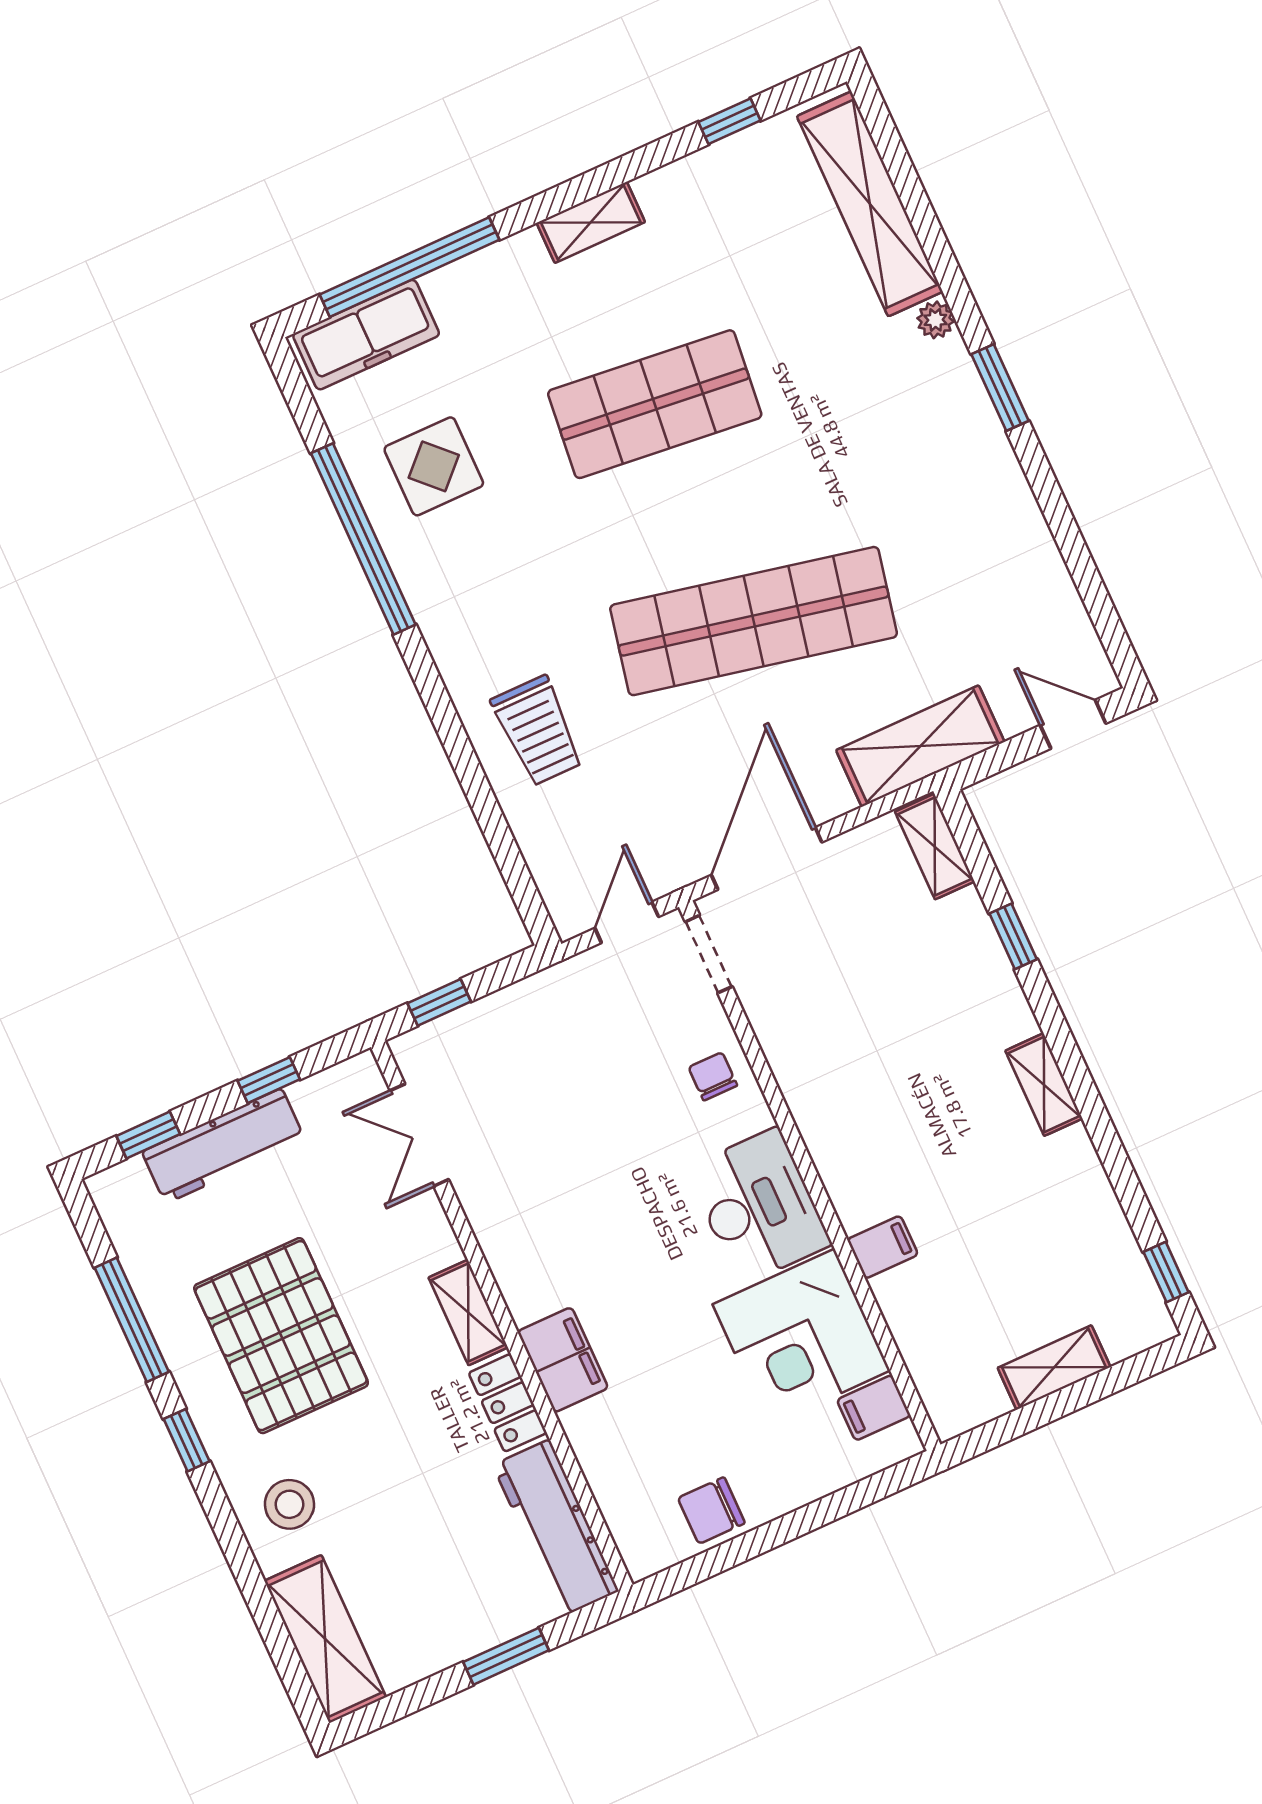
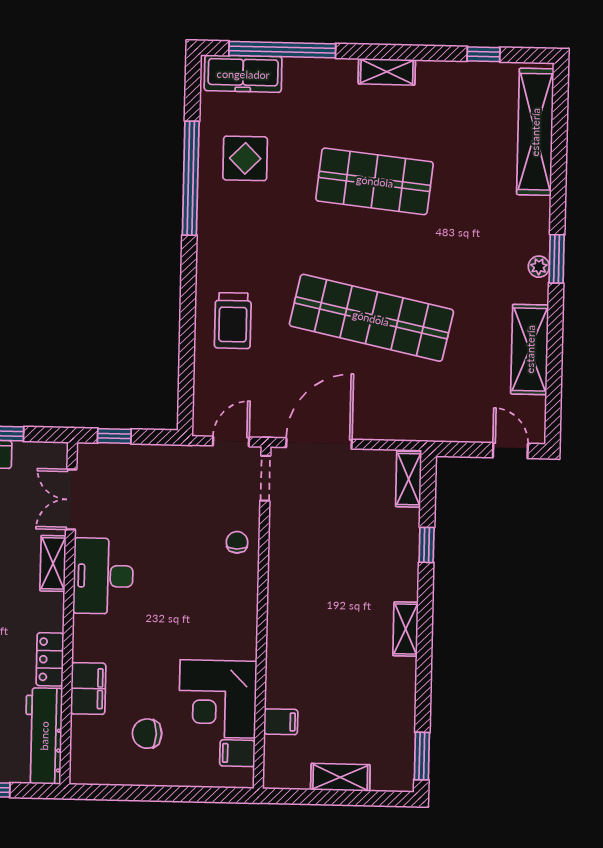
plant: (935, 320) -> (539, 267), moved
shelving: (920, 746) -> (530, 349), moved, turned 90
desk: (759, 1206) -> (103, 576), moved, turned 180
filing cabinet: (883, 1247) -> (281, 722), moved
window: (1166, 1272) -> (422, 756), width x1.50
shelving: (468, 1312) -> (53, 563), moved
filing cabinet: (563, 1360) -> (88, 688), moved
chair: (711, 1511) -> (147, 734), moved

